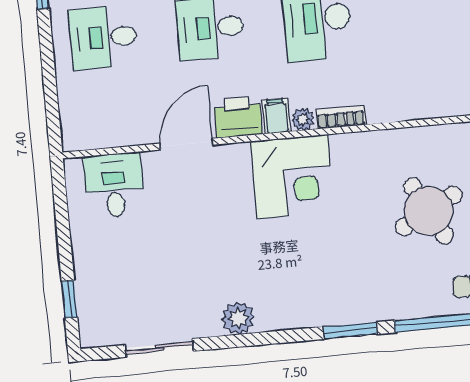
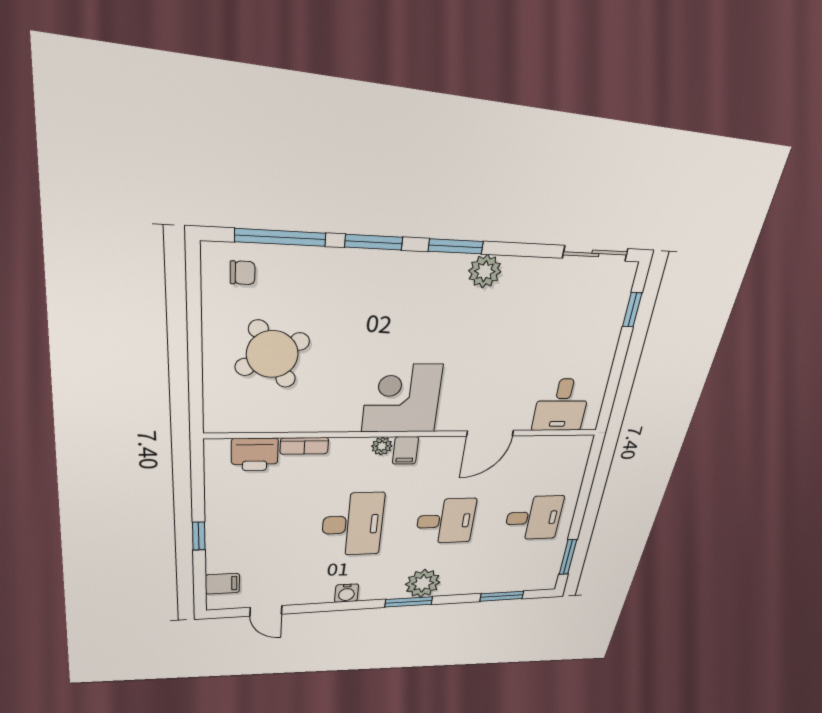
printer: (238, 117) -> (255, 454), moved
bookcase: (341, 117) -> (304, 446), moved
window: (273, 338) -> (456, 246), added
sliding door: (159, 348) -> (595, 253), moved

